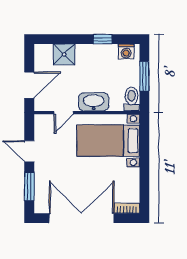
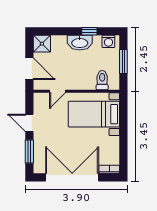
shower: (64, 54) -> (42, 44), moved
door: (29, 85) -> (29, 69), hinge flipped
toilet: (132, 99) -> (102, 80), moved
washbasin: (94, 102) -> (80, 43), moved, turned 180

